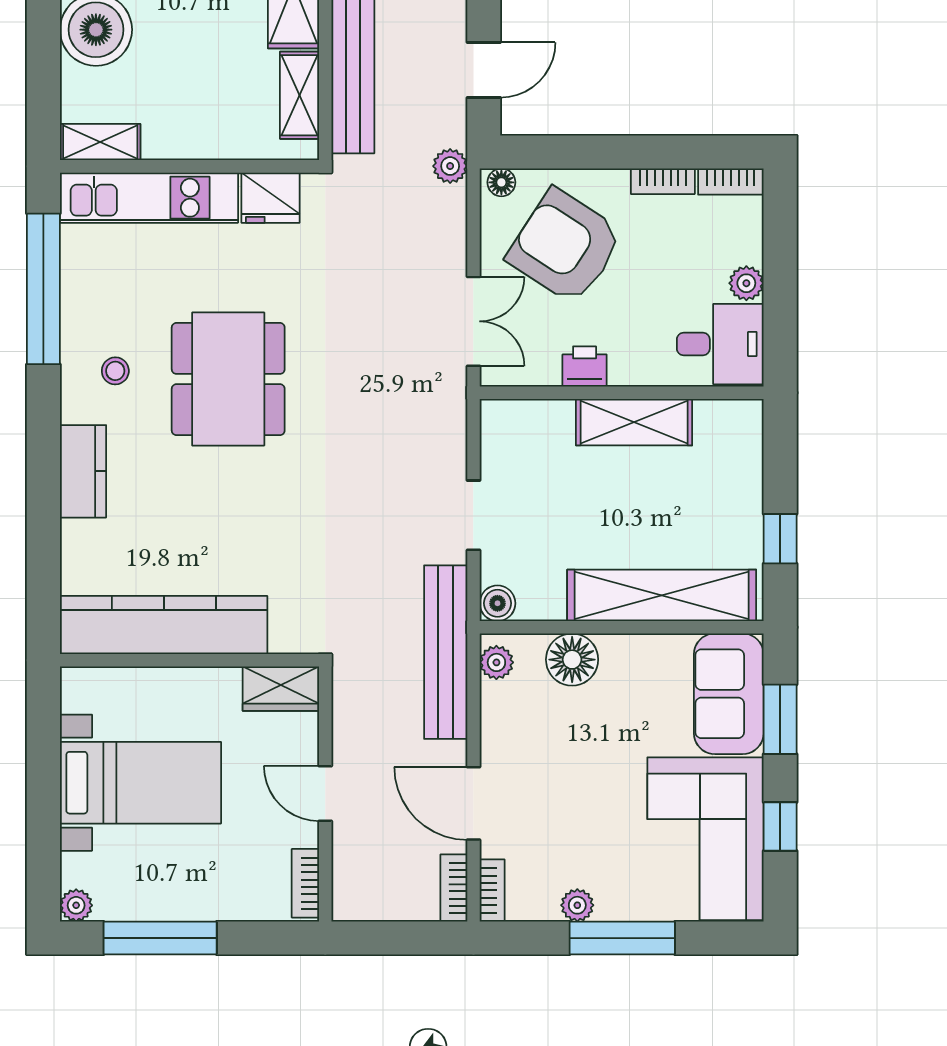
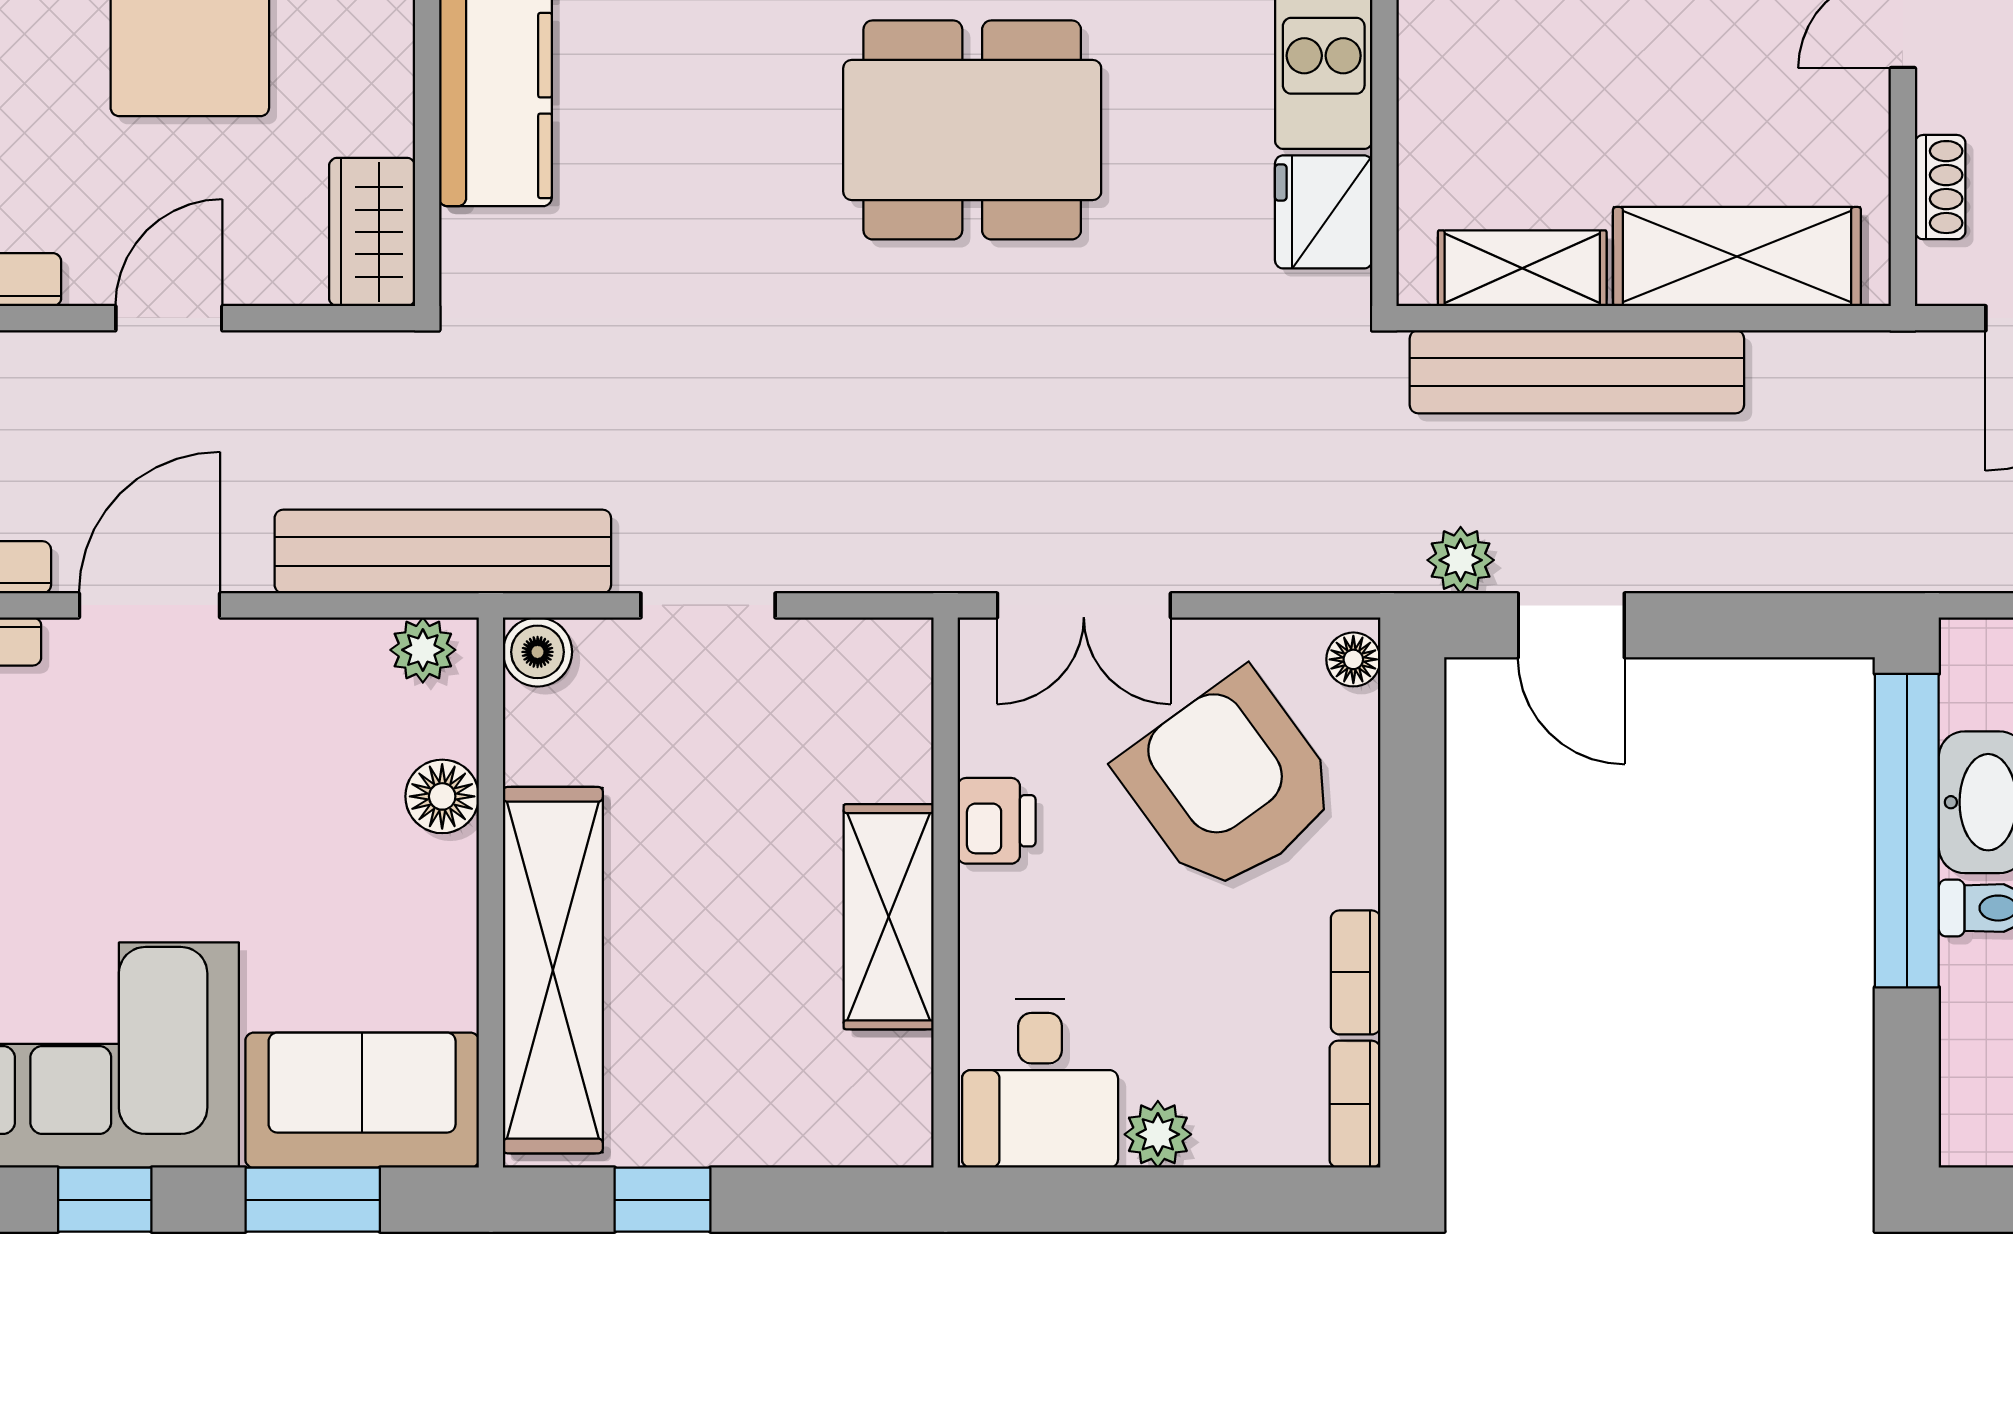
plant: (450, 166) -> (1461, 560), moved
armchair: (565, 246) -> (1229, 783), turned -69
floor lamp: (572, 660) -> (442, 796), width x0.73, depth x0.73

